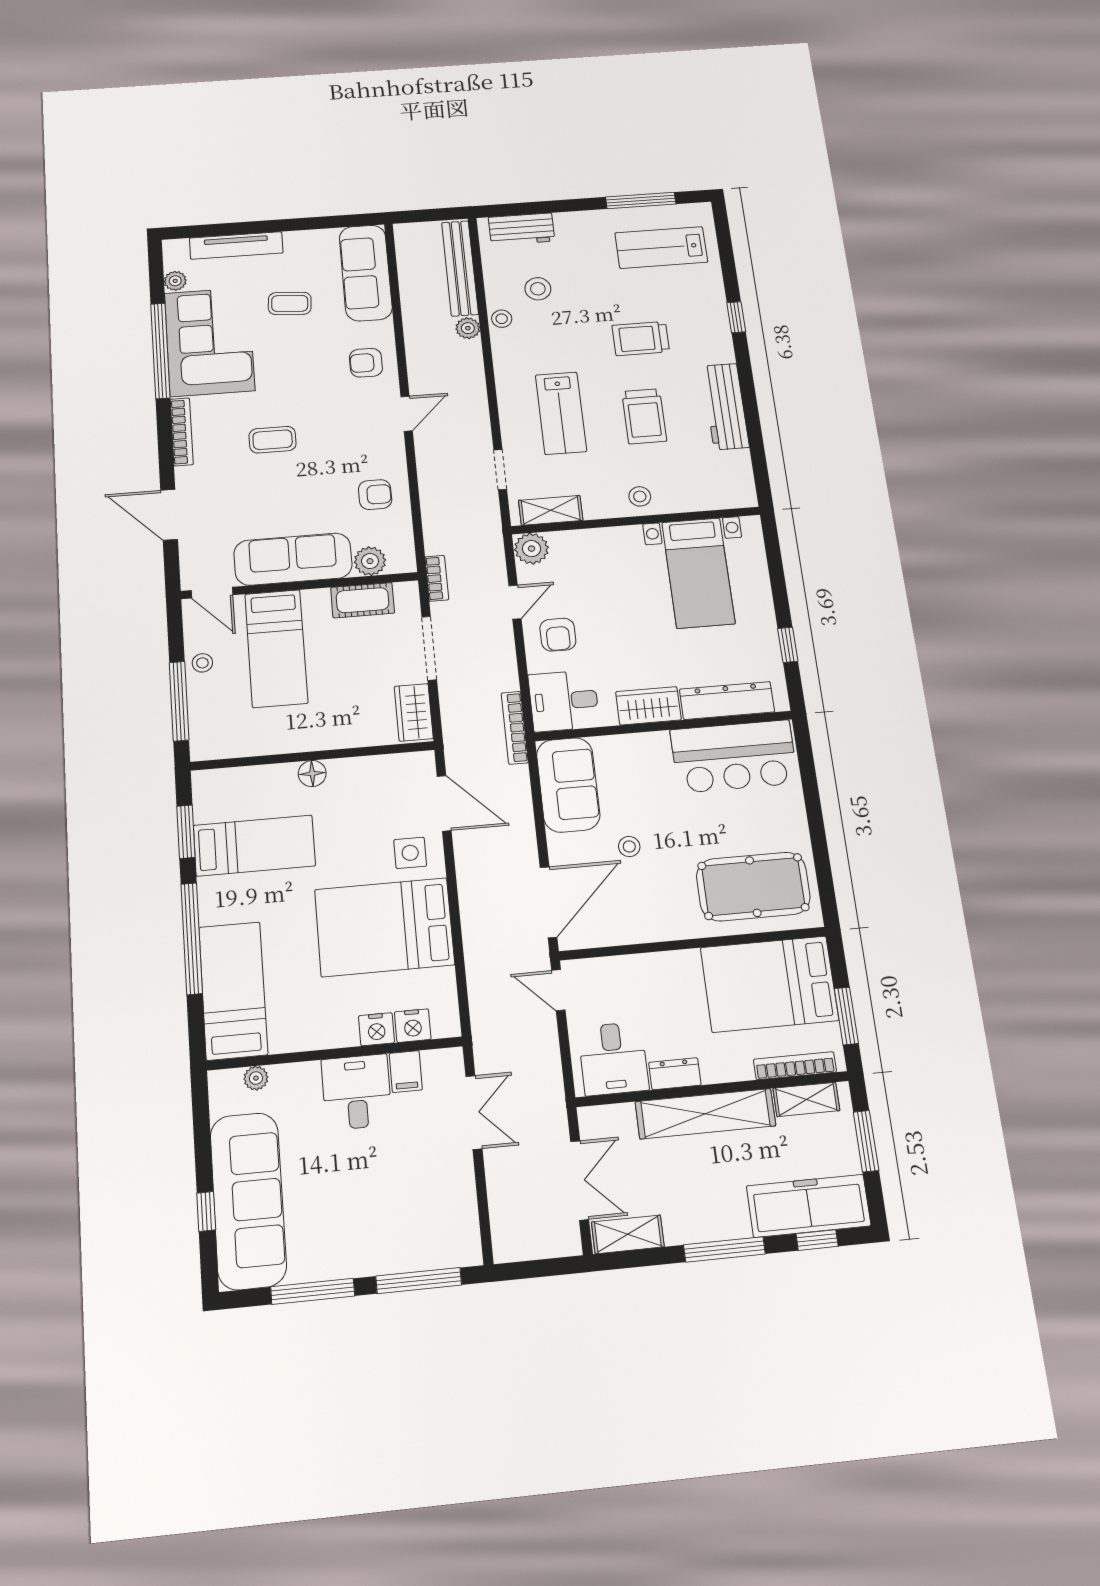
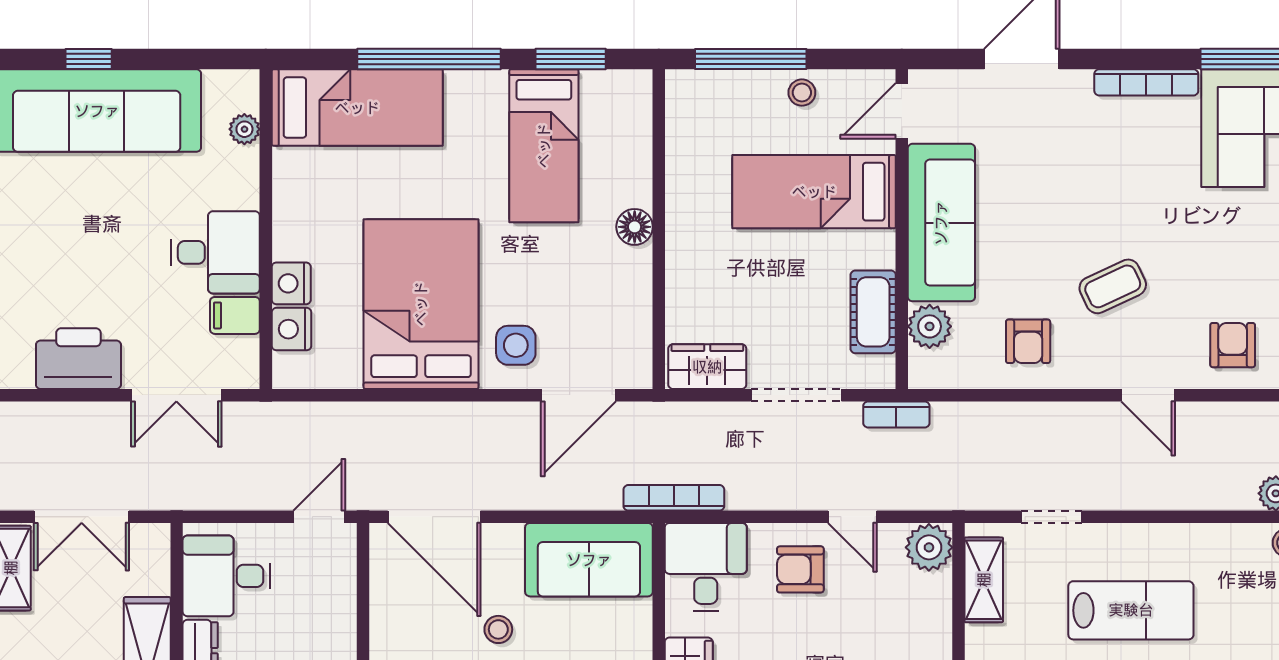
lab bench: (561, 413) -> (1131, 610), turned 180
coffee table: (273, 440) -> (1113, 286), moved, turned 65
printer: (452, 1196) -> (78, 359), added

